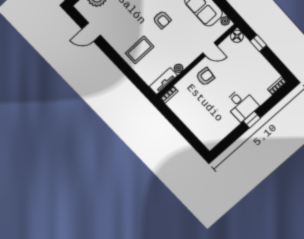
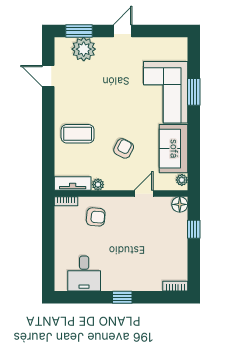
armchair: (162, 20) -> (124, 148), moved, turned -153
door: (210, 49) -> (144, 194), swing flipped
armchair: (205, 77) -> (96, 217), moved
desk: (241, 105) -> (84, 274), moved

